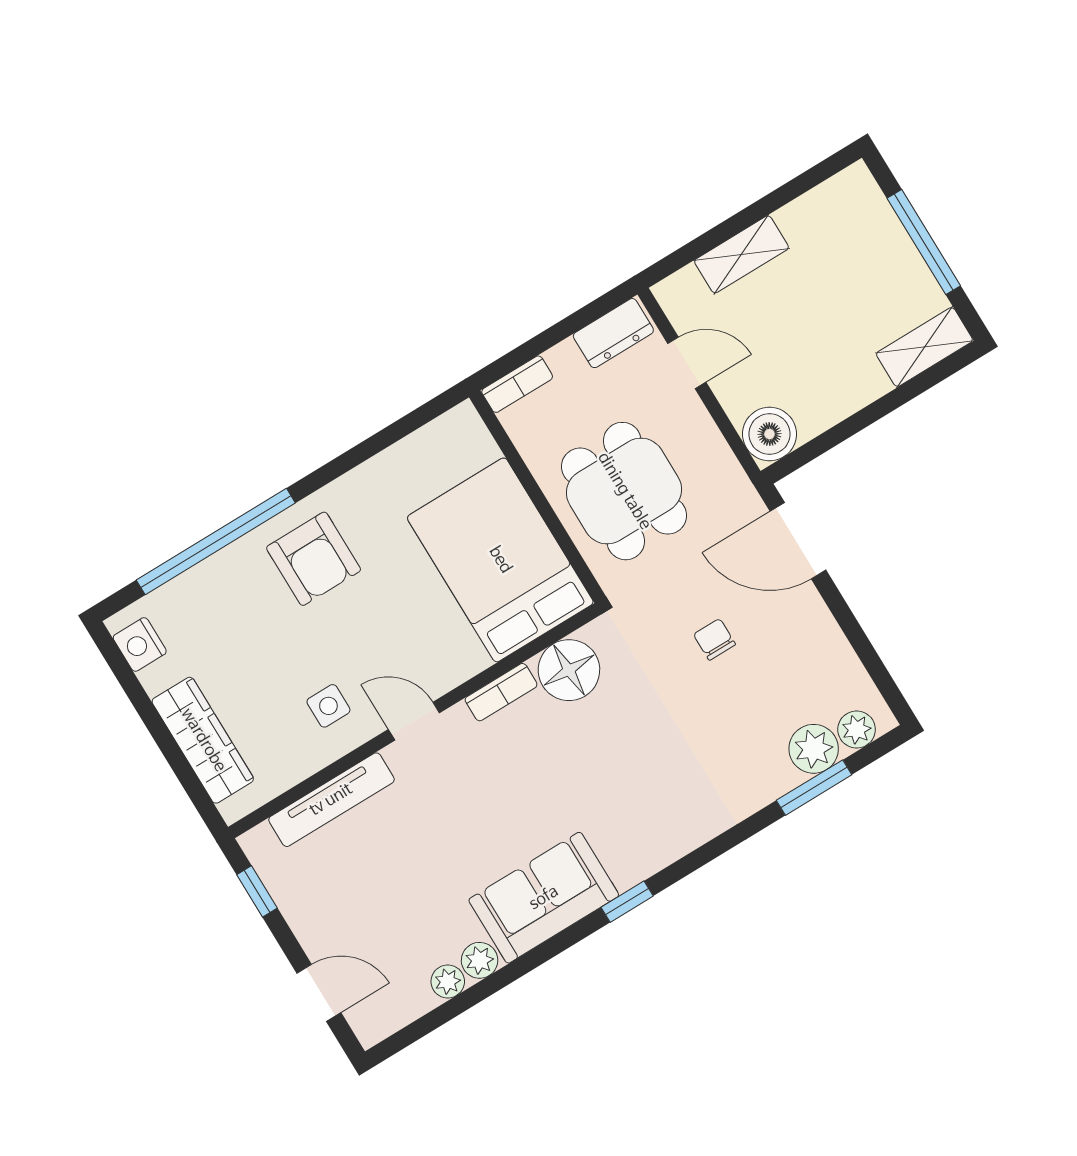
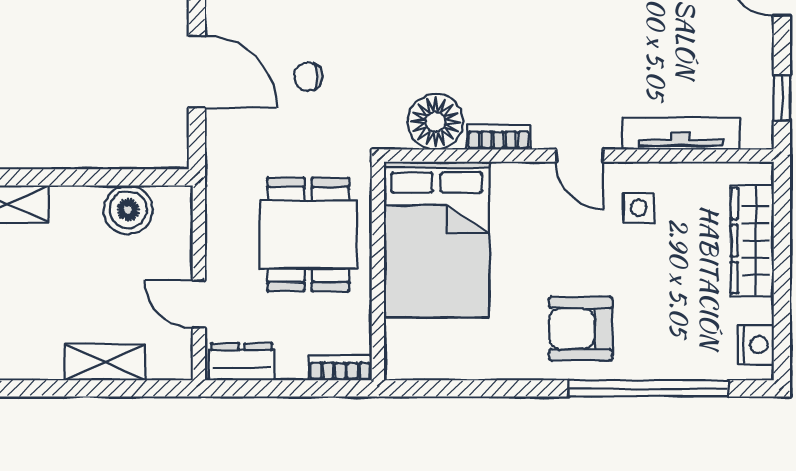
boiler: (769, 434) -> (128, 210), moved
door: (798, 541) -> (197, 72), moved
armchair: (314, 559) -> (581, 329), turned -90
chair: (715, 639) -> (308, 77), turned 90

